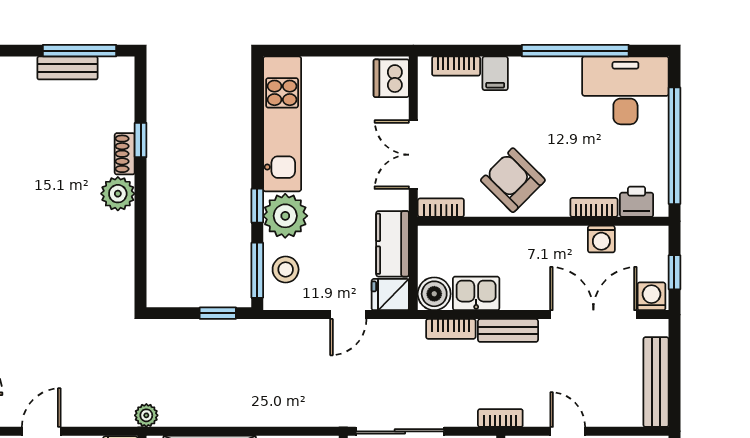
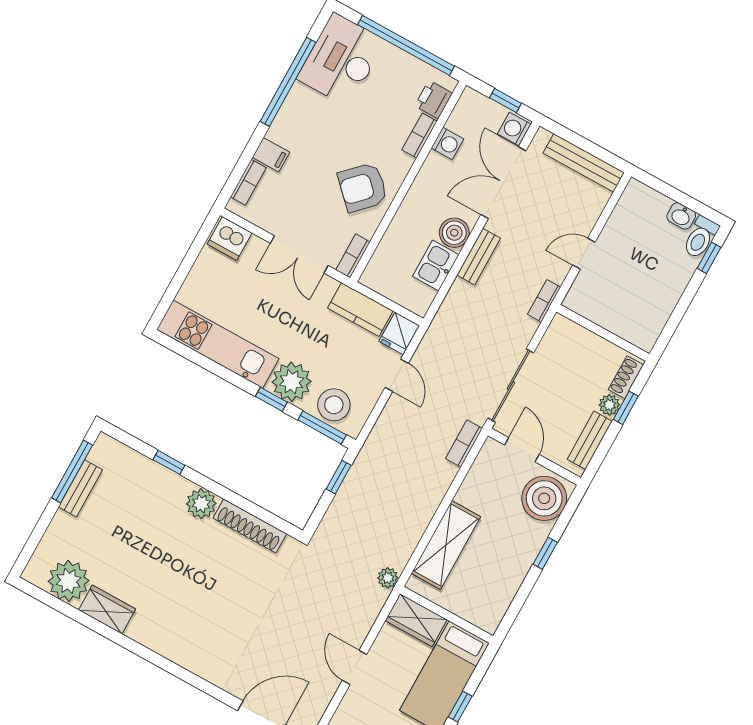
shoe rack: (125, 154) -> (250, 526), moved, width x1.94, depth x1.24
stool: (286, 269) -> (334, 405), width x1.38, depth x1.38
boiler: (434, 294) -> (454, 233), moved
bookcase: (451, 329) -> (464, 444), moved, turned 180

